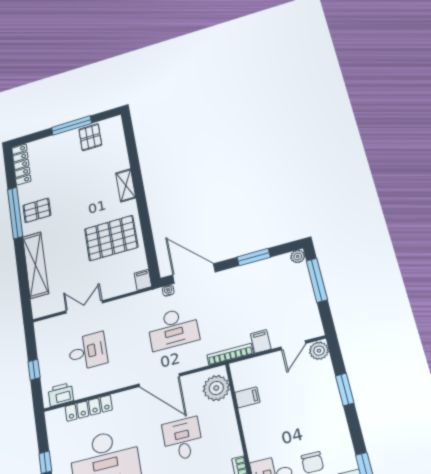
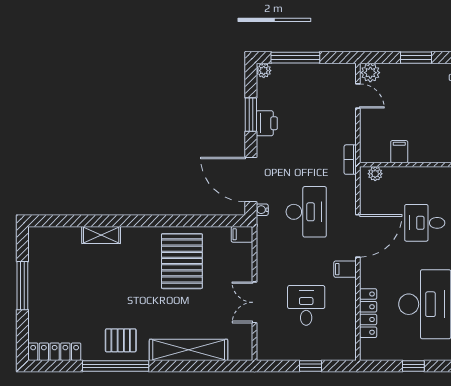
pallet: (90, 137) -> (46, 266), removed
shelving: (126, 185) -> (101, 235), moved
pallet: (37, 210) -> (121, 340), turned 90
door: (194, 274) -> (251, 180), hinge flipped
filing cabinet: (261, 341) -> (345, 269), moved
bookcase: (230, 354) -> (350, 160), width x0.64
plant: (216, 388) -> (375, 174), width x0.53, depth x0.53
printer: (61, 394) -> (267, 123), moved, turned 180

